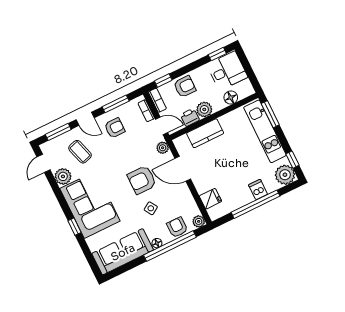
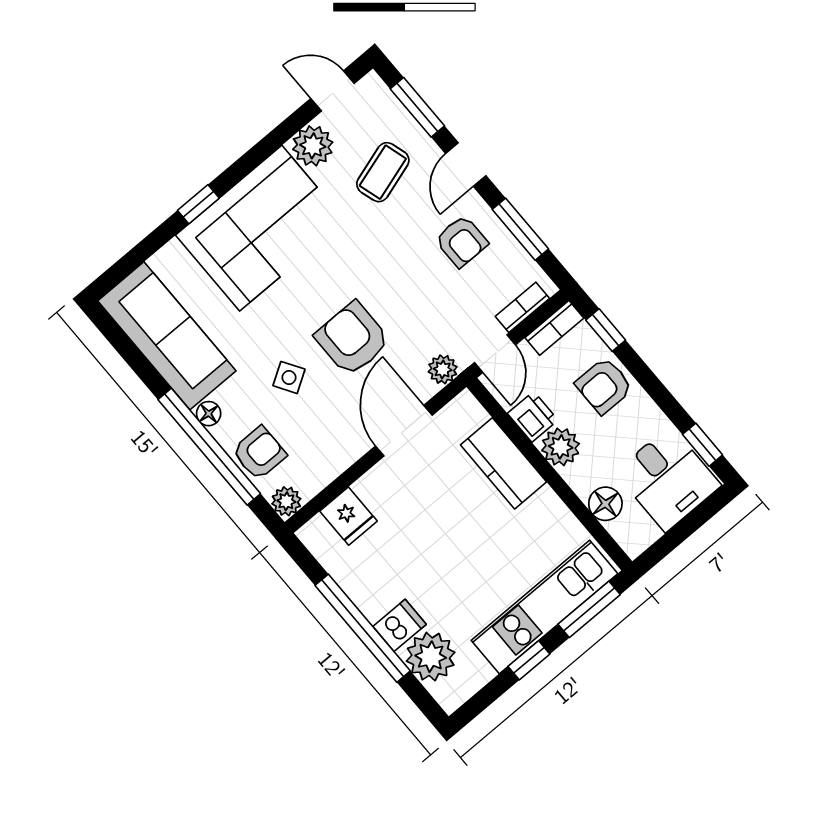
armchair: (185, 87) -> (604, 386), turned 90
window: (292, 160) -> (529, 660), moved
plant: (285, 175) -> (431, 657), moved

